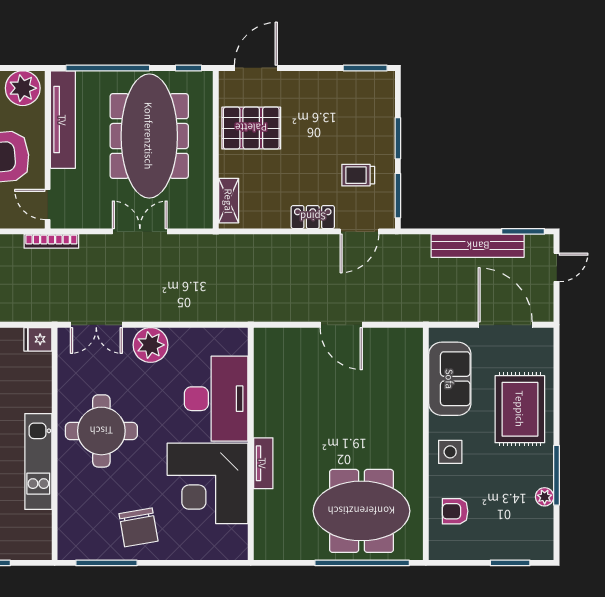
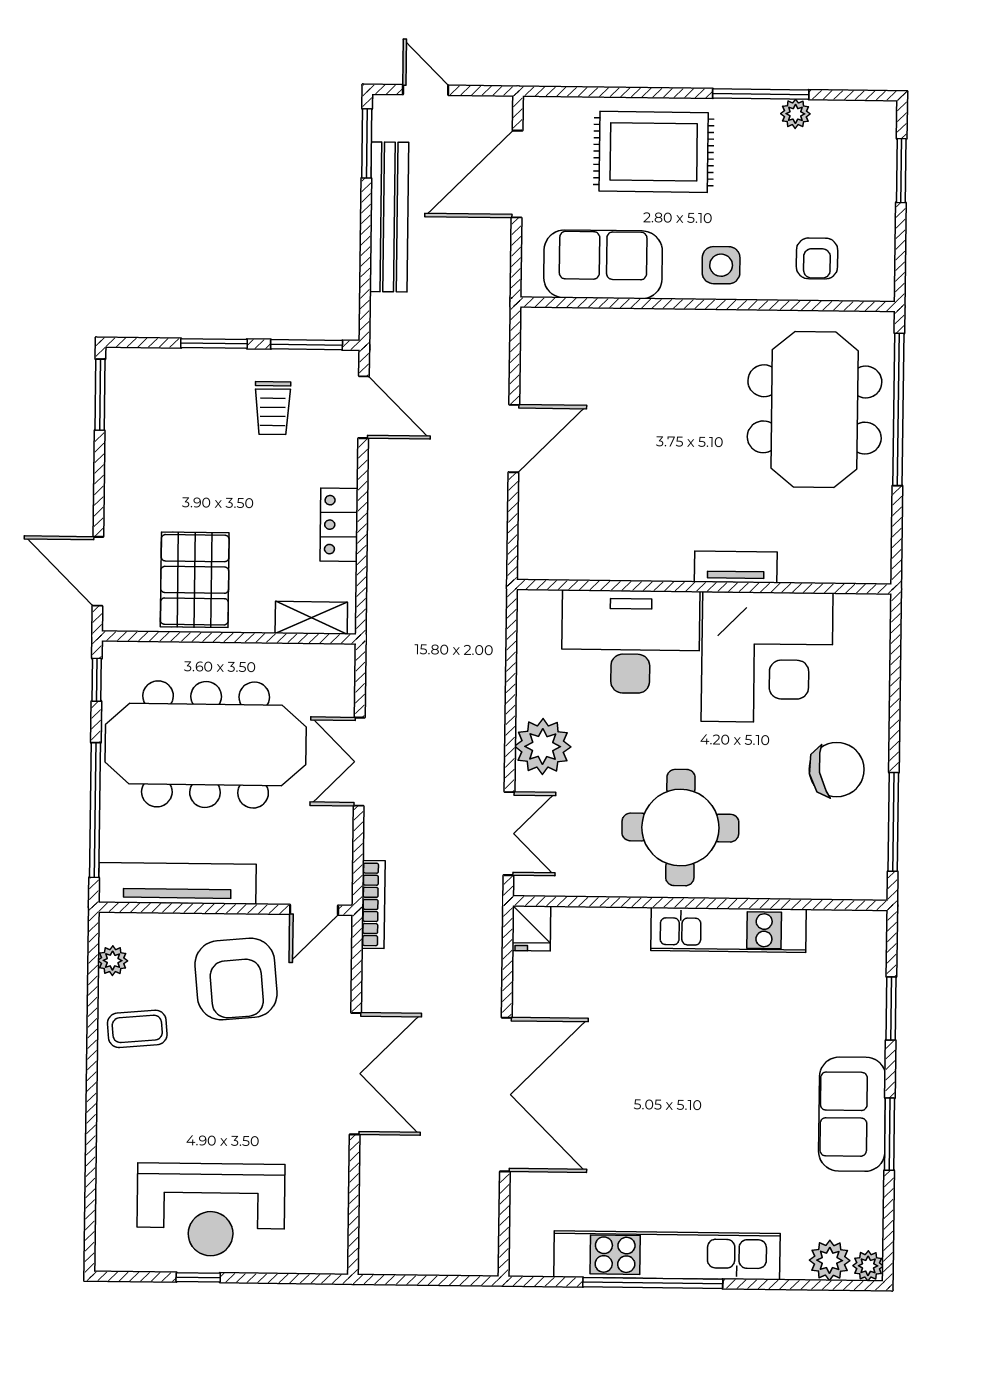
plant: (23, 88) -> (113, 961), width x0.53, depth x0.53
locker: (313, 217) -> (339, 525), moved

